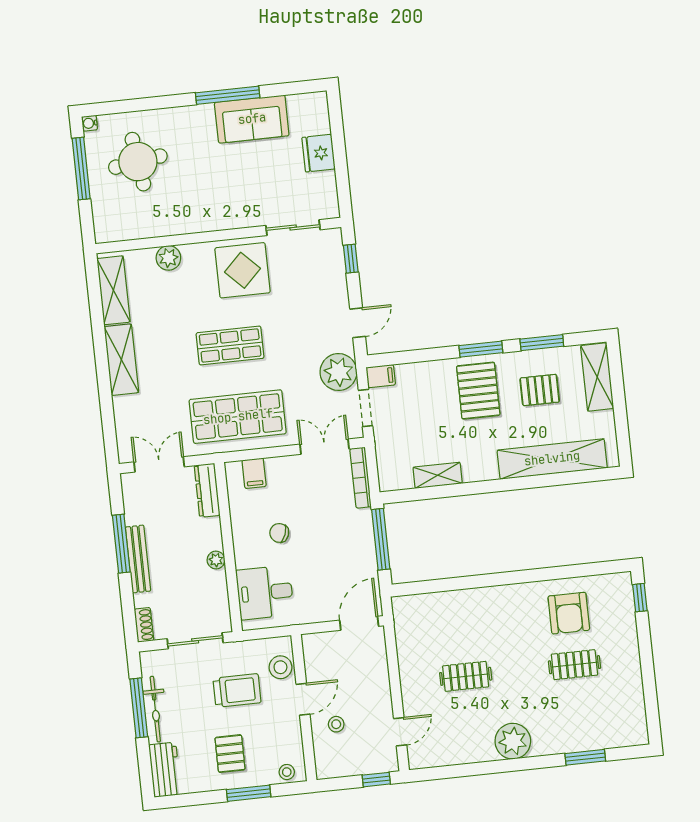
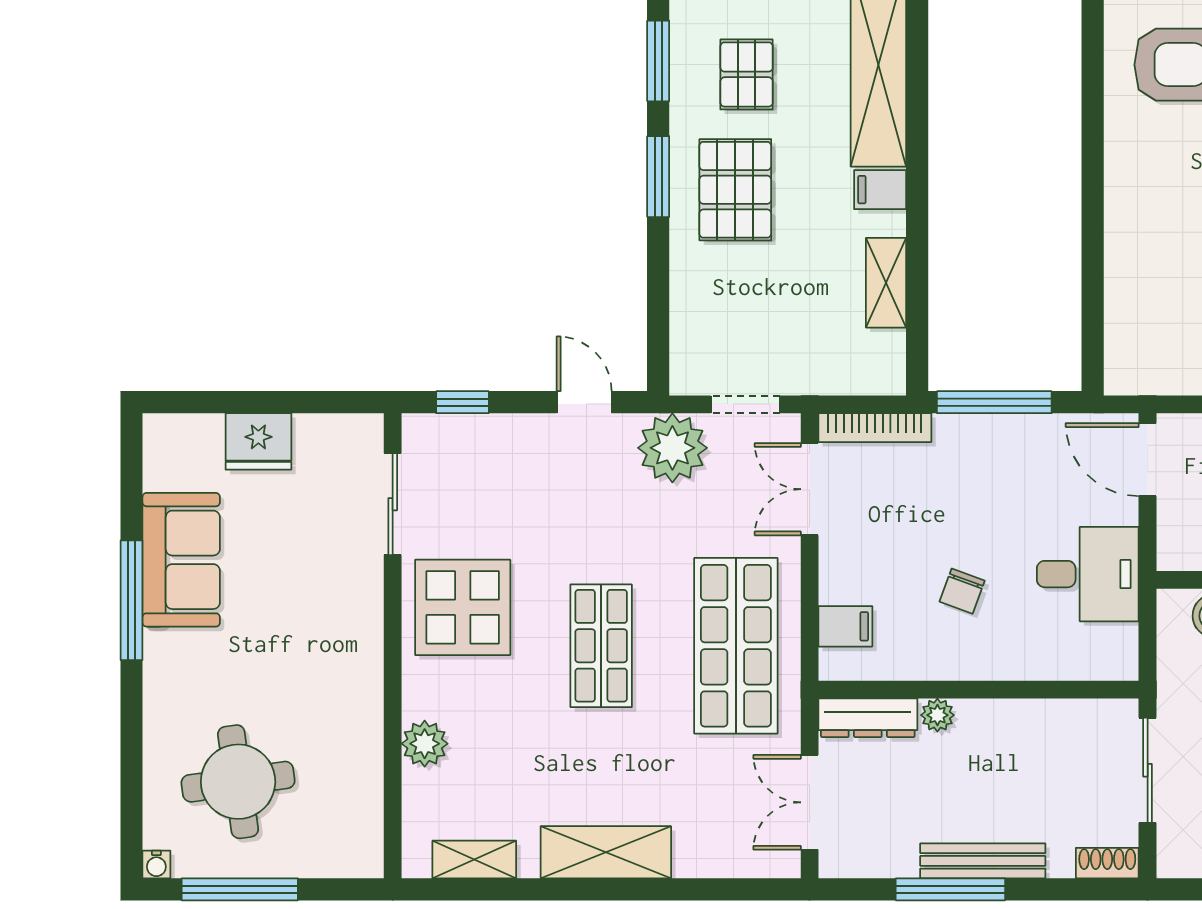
shelving: (113, 290) -> (474, 860), width x0.67, depth x0.75
filing cabinet: (381, 376) -> (880, 190), moved, turned -90
pallet: (478, 391) -> (735, 190), turned 90
plant: (216, 560) -> (937, 715), moved
desk: (265, 592) -> (1088, 574), moved, turned -90

